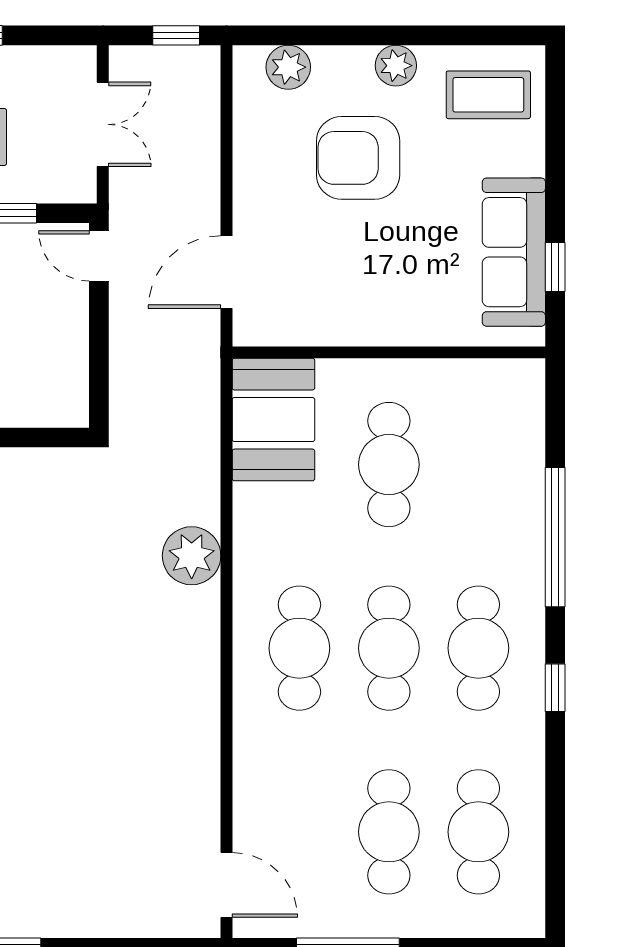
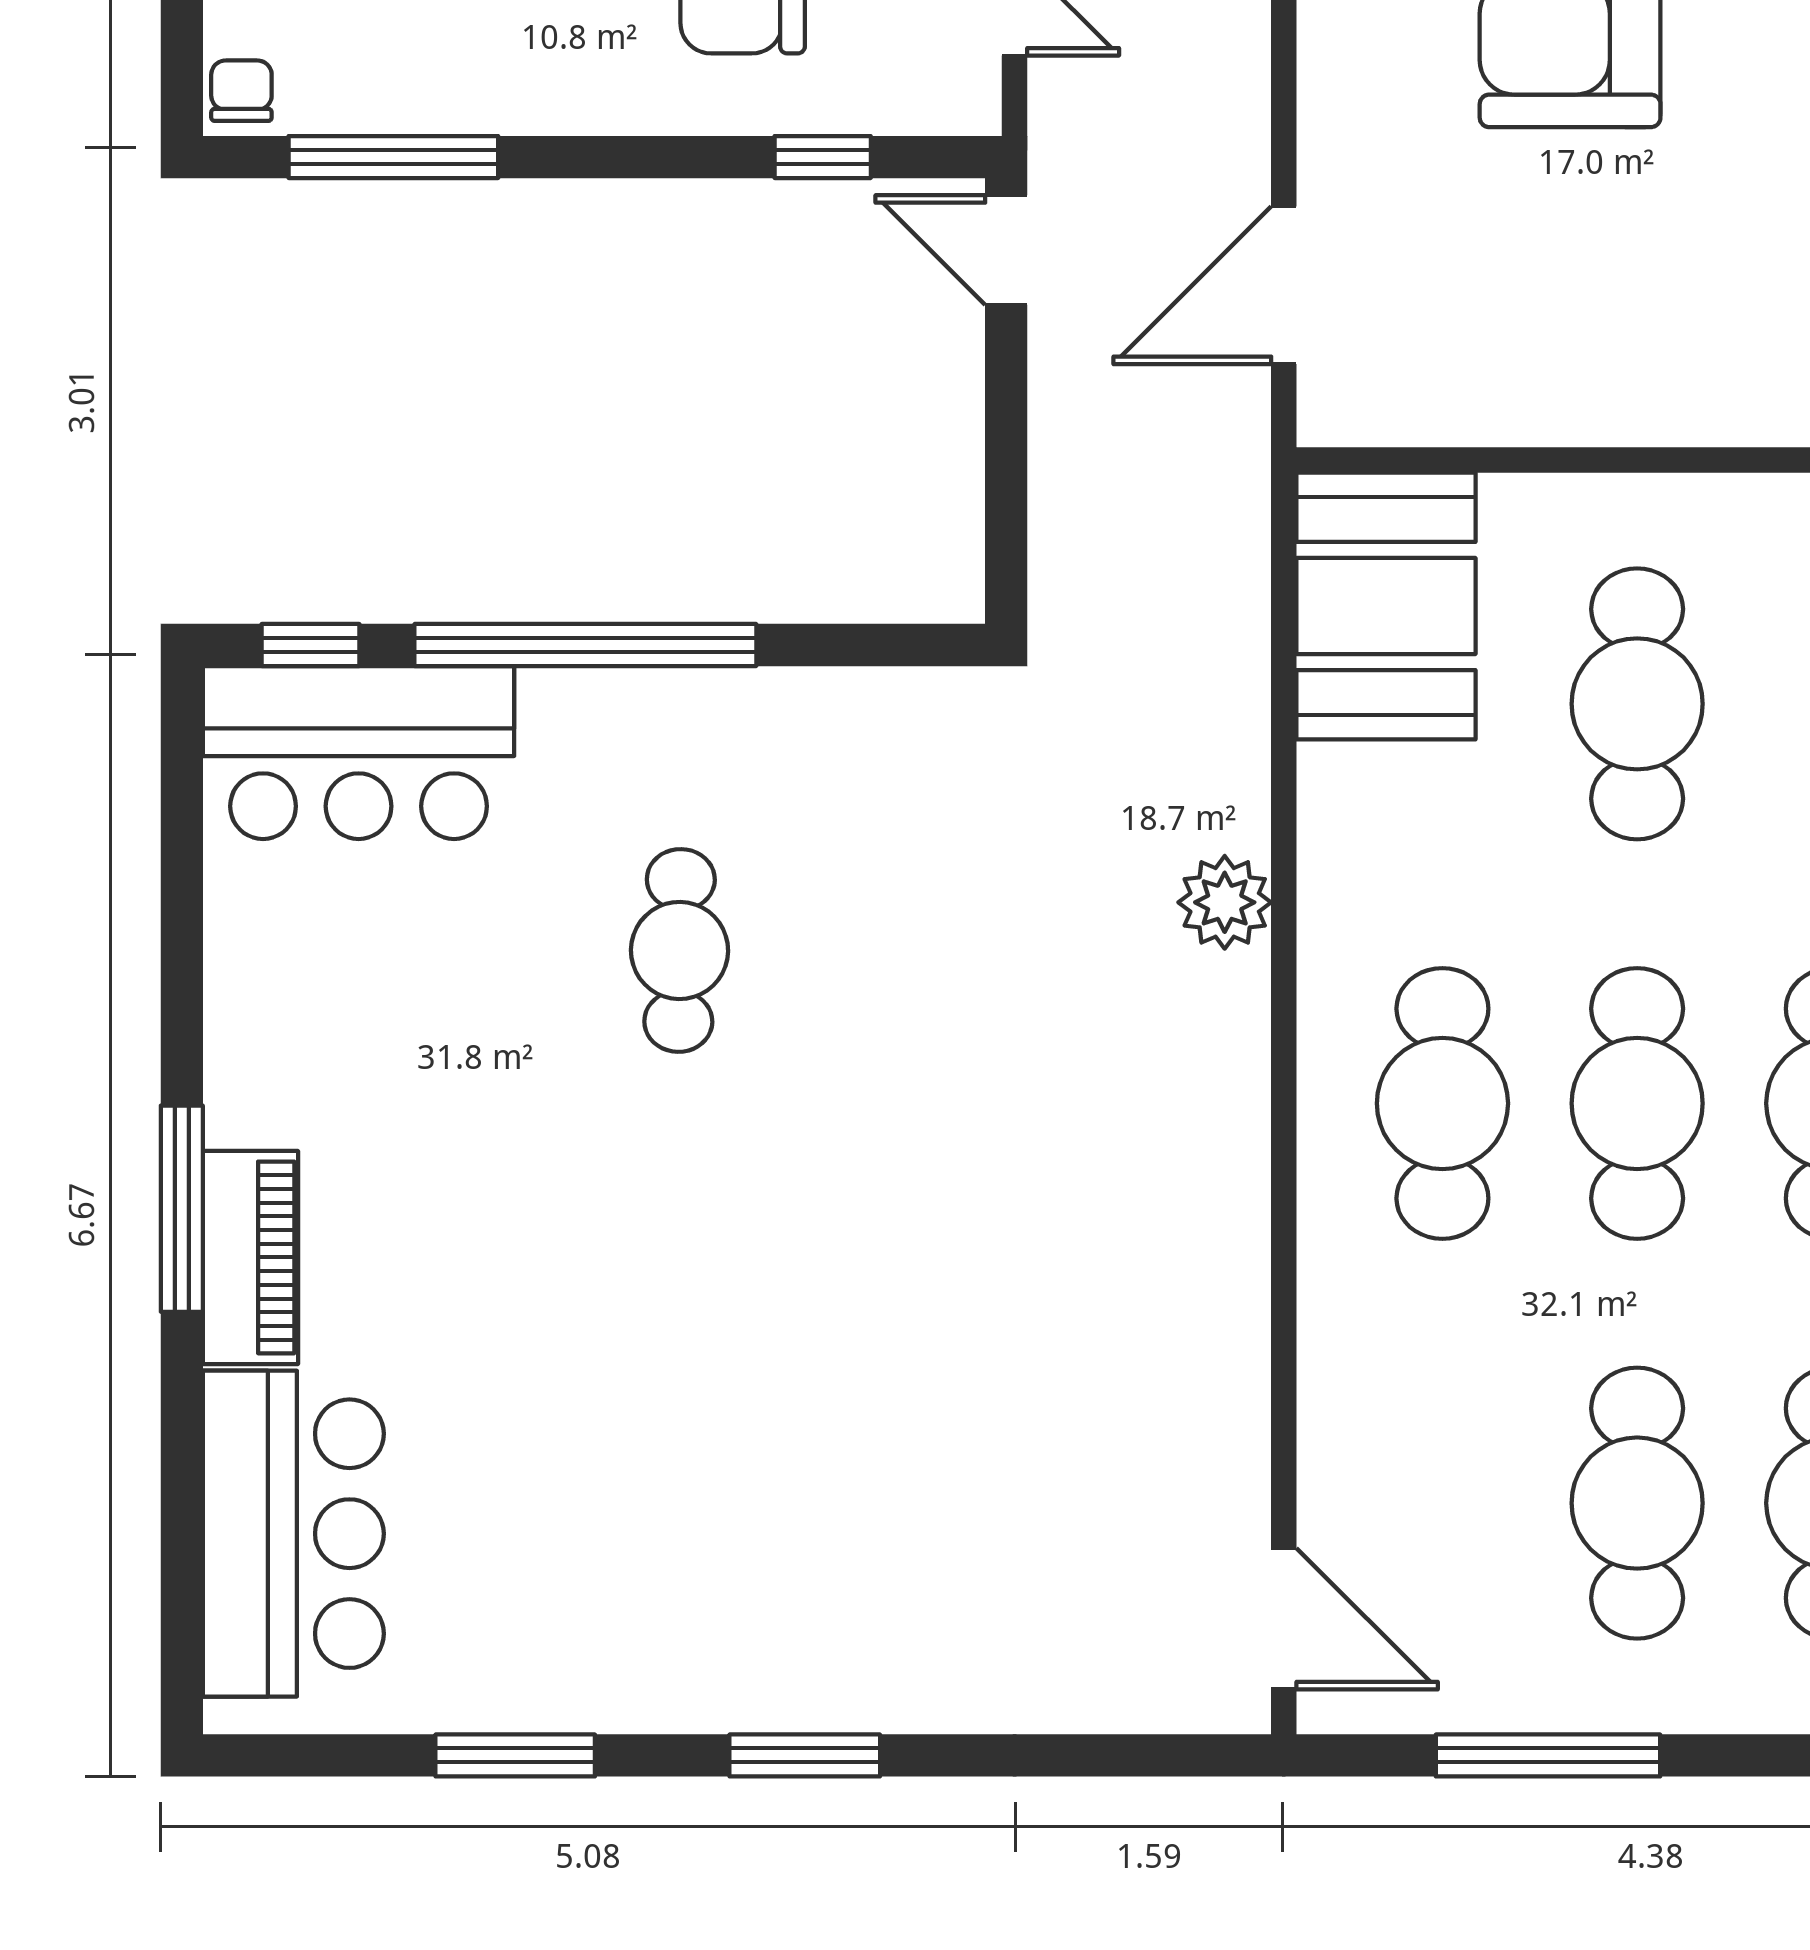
plant: (192, 556) -> (1225, 902), width x0.73, depth x0.73

